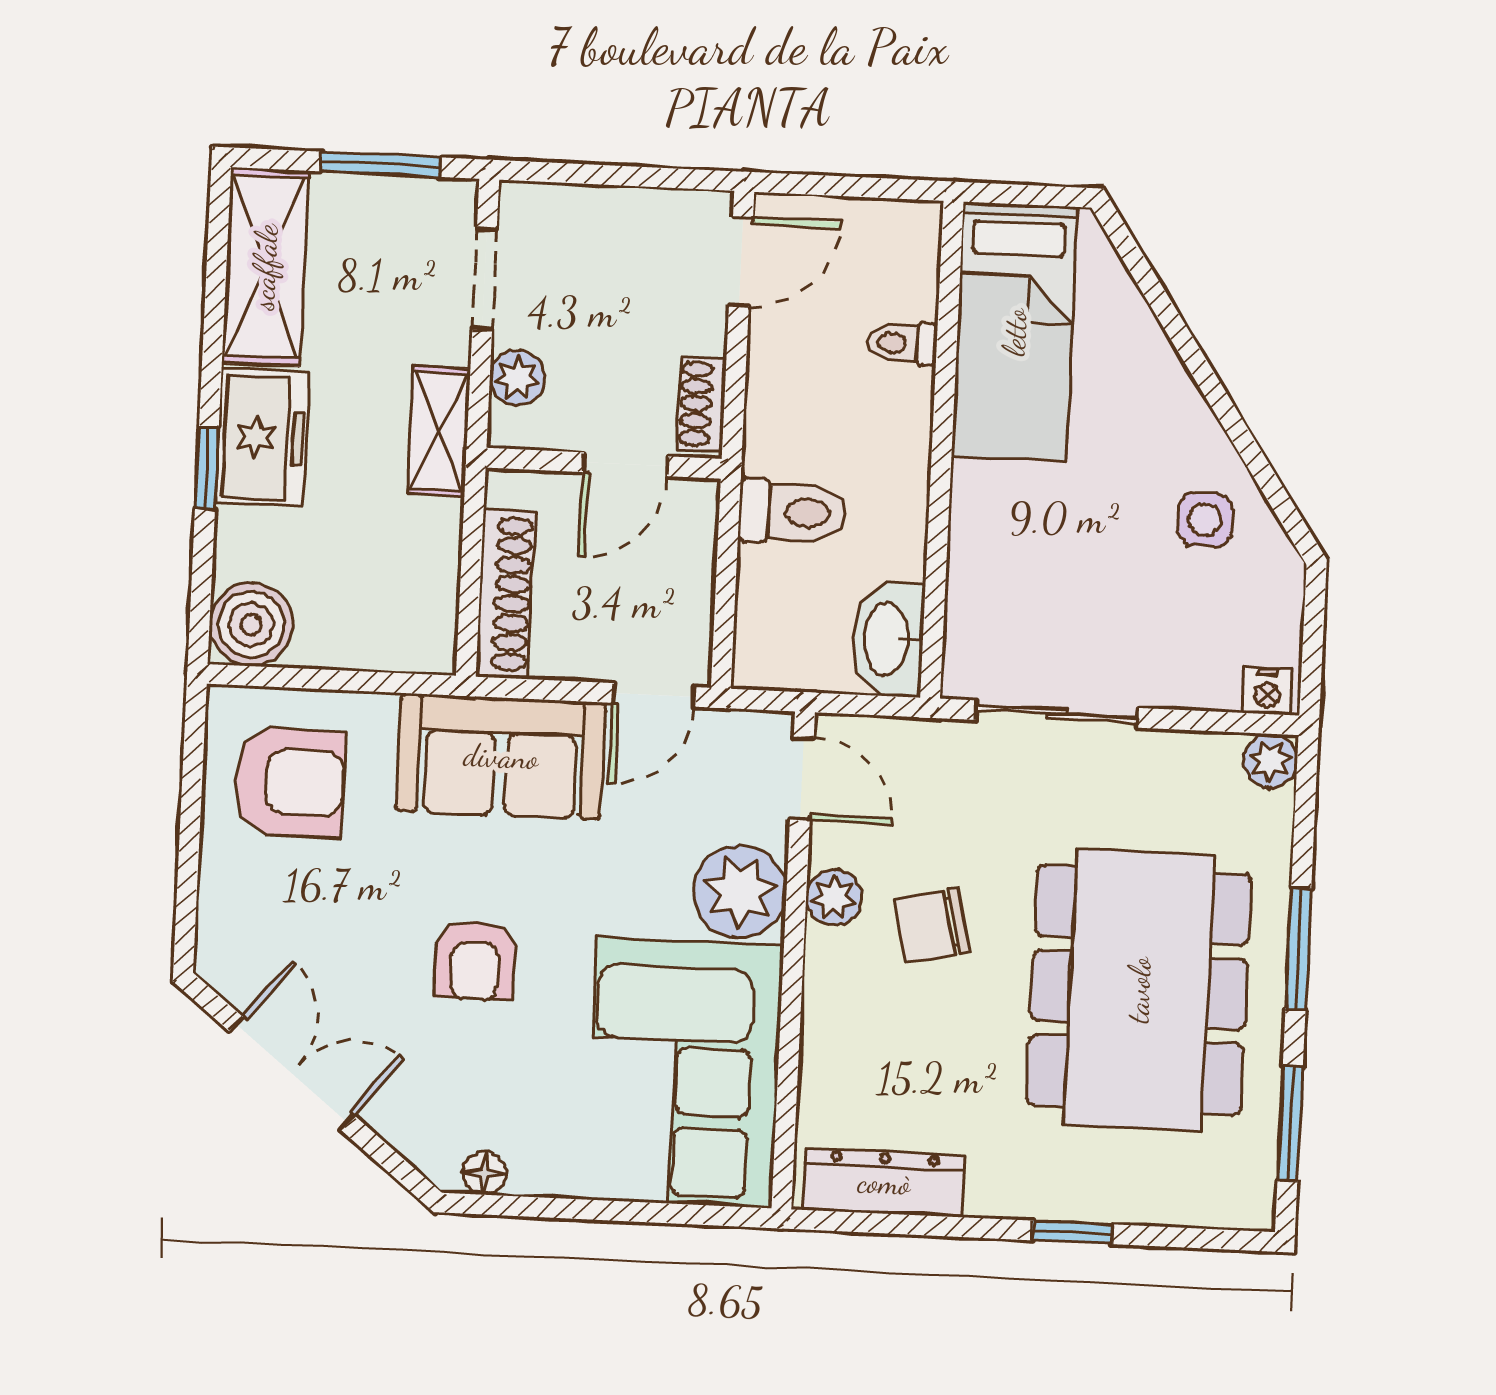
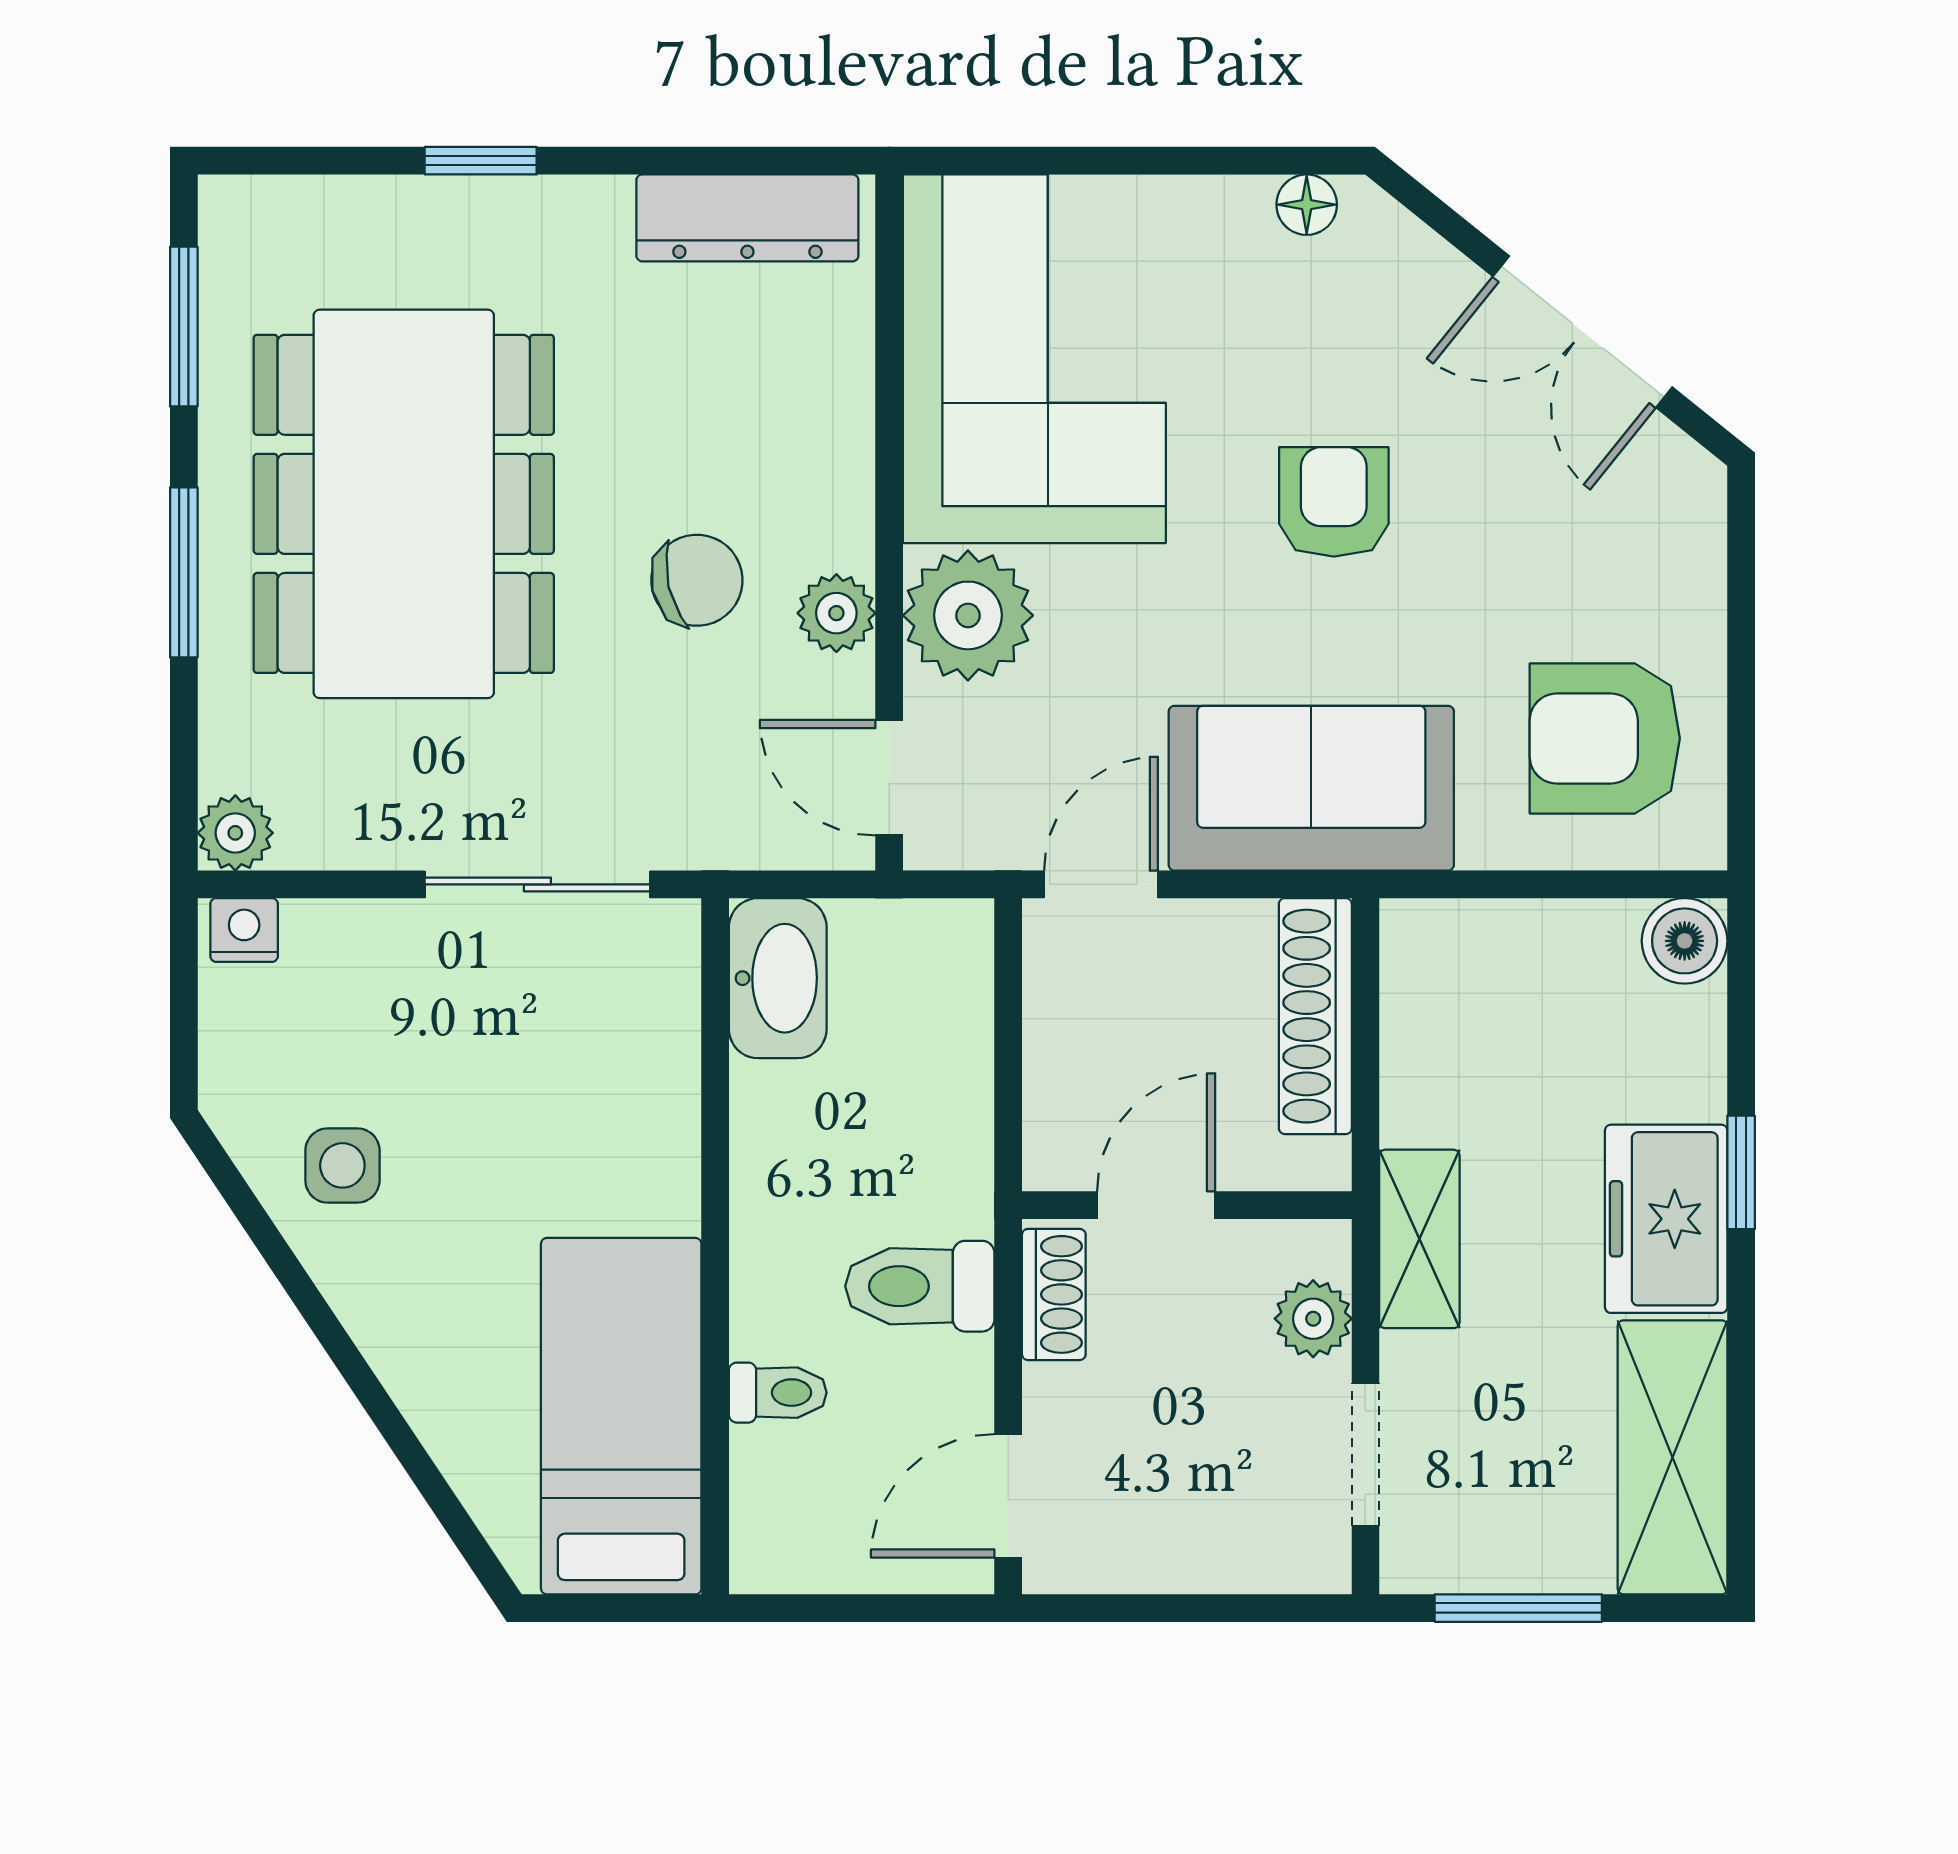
toilet: (792, 512) -> (920, 1286), moved
boiler: (251, 624) -> (1685, 941), width x0.73, depth x0.73

